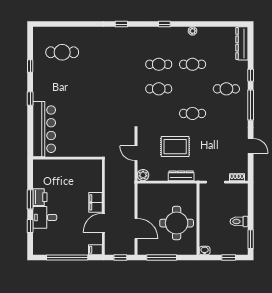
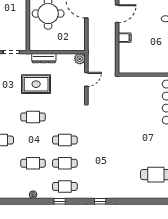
cafe table: (159, 40) -> (65, 186), added
rug: (175, 147) -> (36, 84), moved
door: (136, 153) -> (86, 79), hinge flipped
filing cabinet: (95, 202) -> (125, 38), width x0.50

